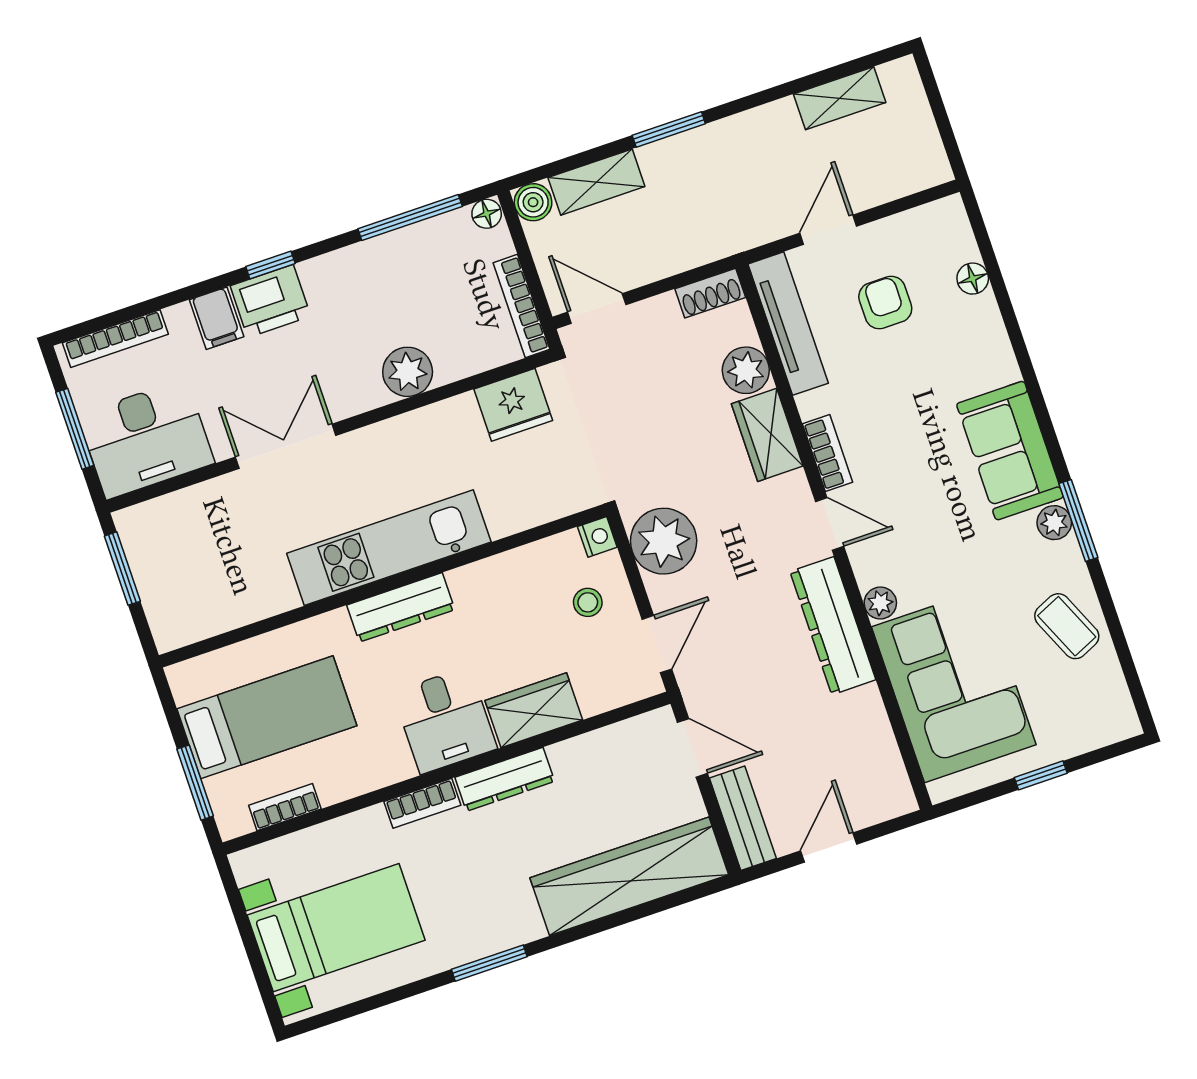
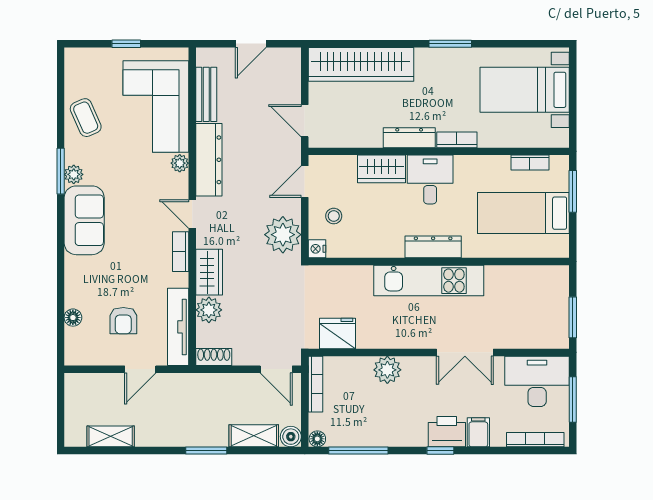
bench: (743, 818) -> (206, 94), moved

